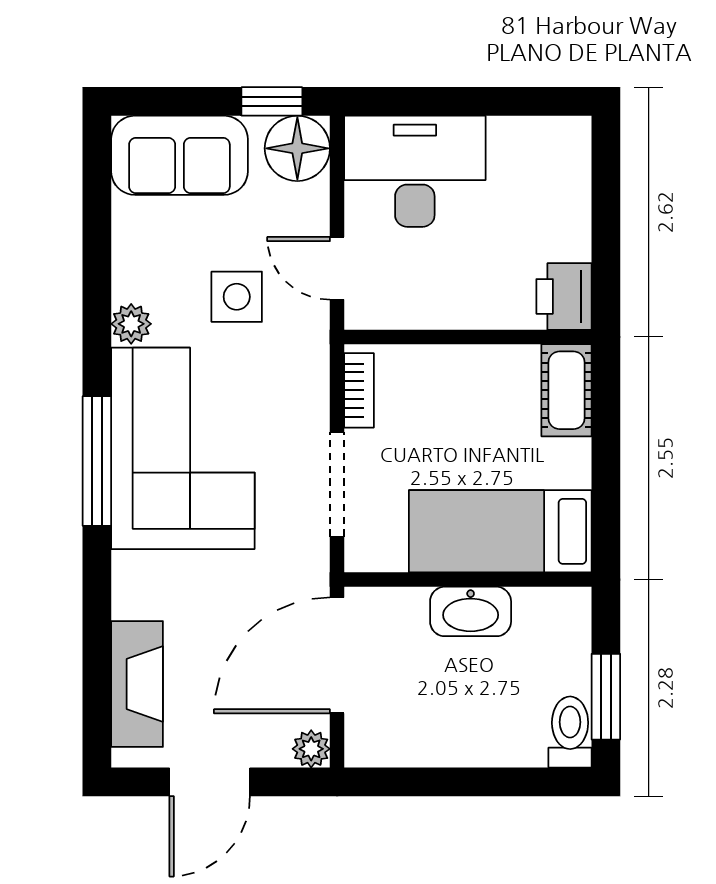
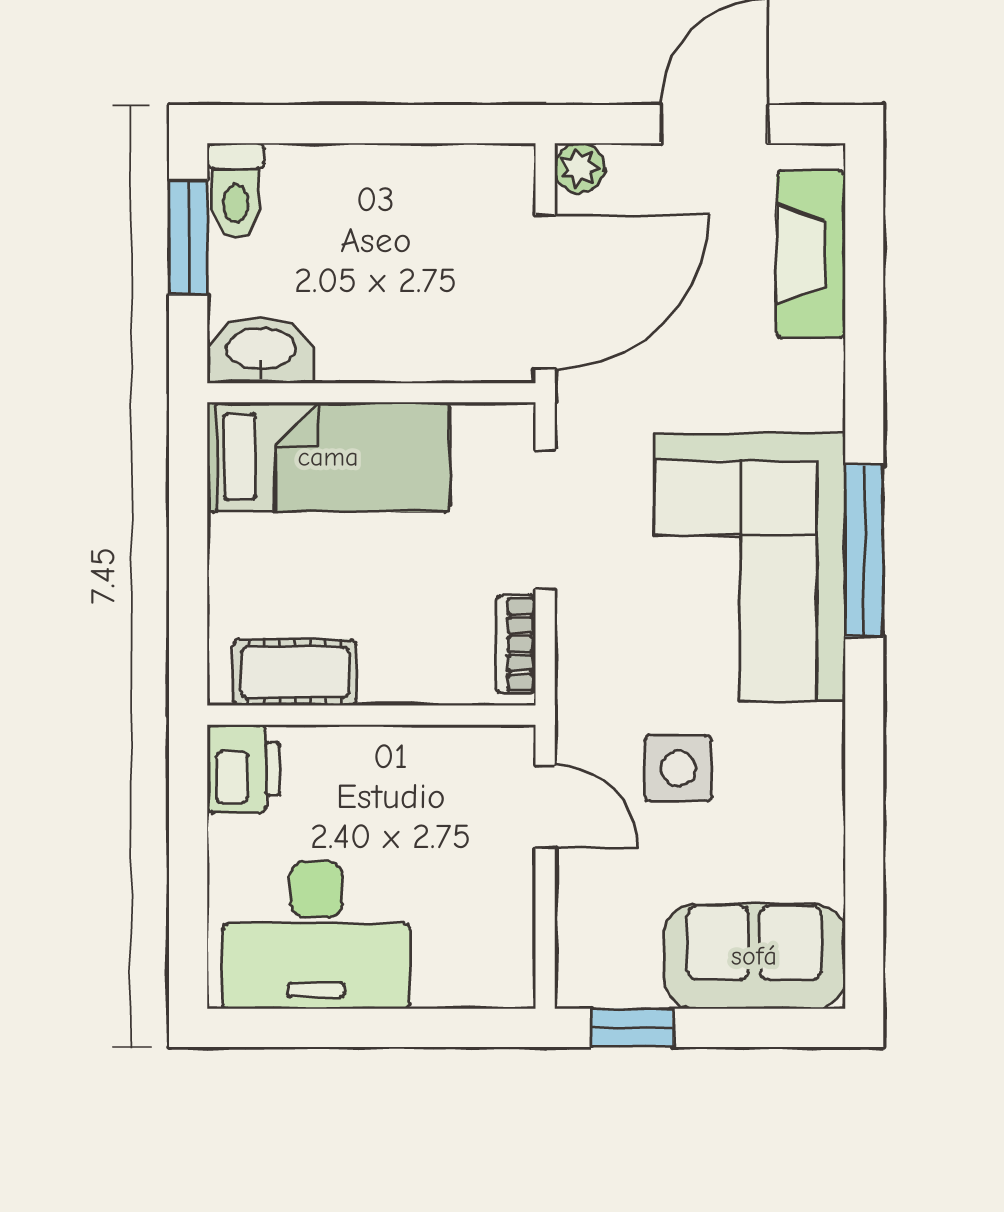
floor lamp: (297, 148) -> (598, 966), removed
desk: (415, 171) -> (316, 935), moved
plant: (131, 324) -> (819, 732), removed
cot: (566, 390) -> (295, 672), moved, turned 90
washbasin: (471, 611) -> (261, 350), moved

